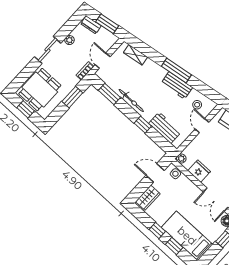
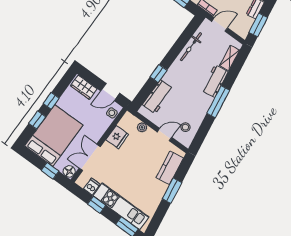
workbench: (177, 85) -> (215, 81), moved
window: (109, 94) -> (186, 36), removed
bicycle: (131, 100) -> (191, 47), moved
plant: (181, 159) -> (142, 127), moved
door: (155, 173) -> (110, 92), swing flipped
bed: (187, 236) -> (54, 136), width x1.50

